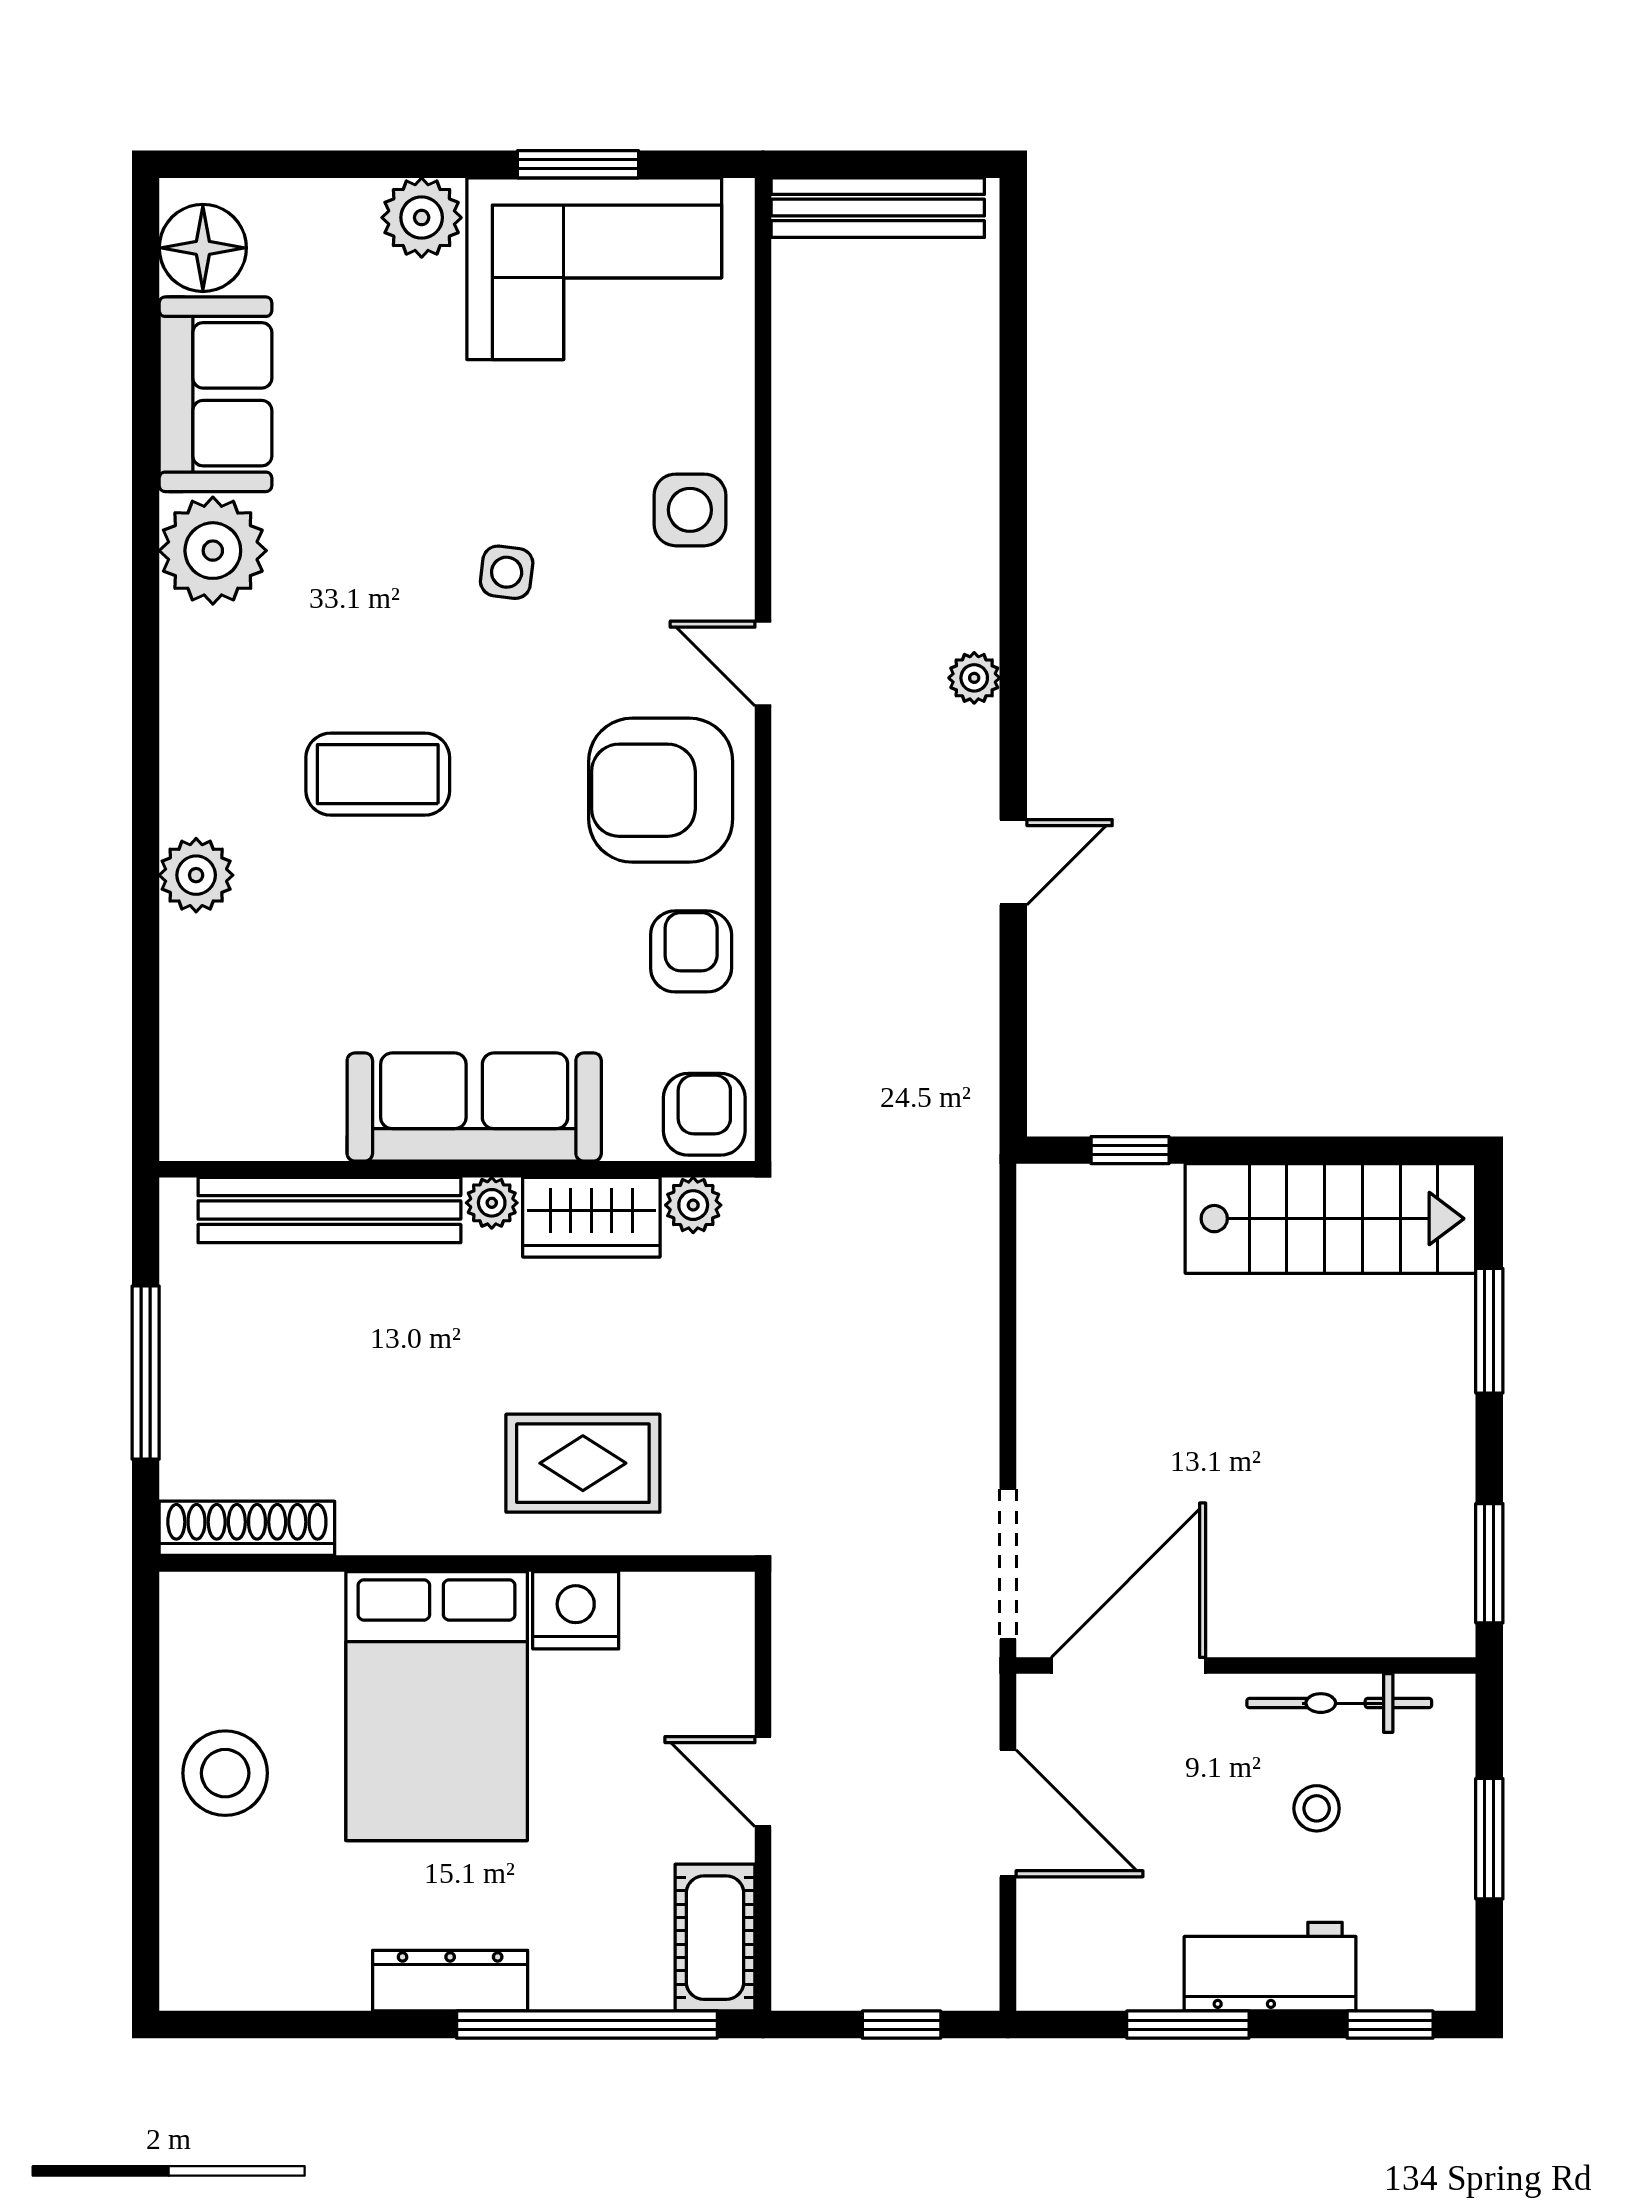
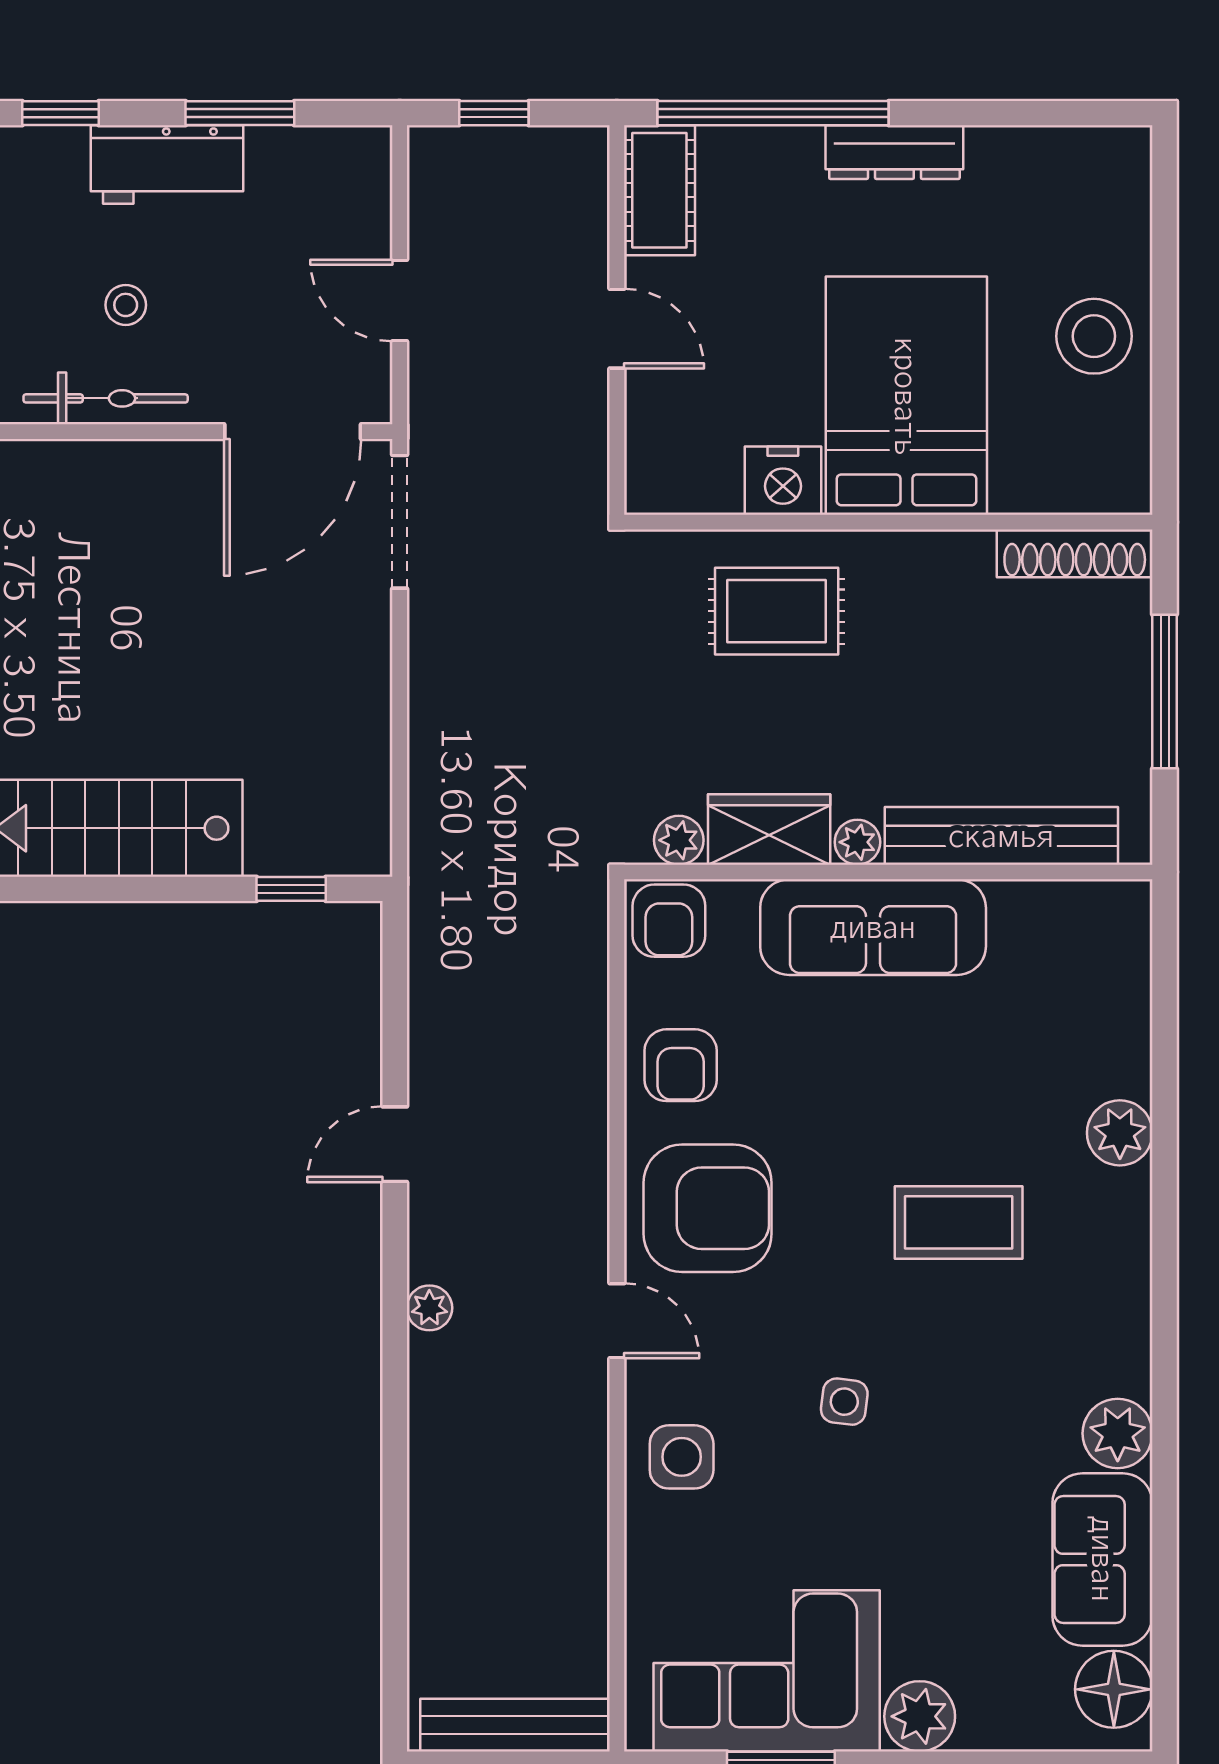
plant: (213, 551) -> (1118, 1433), width x0.73, depth x0.73
door: (1008, 1813) -> (400, 300), width x0.73

